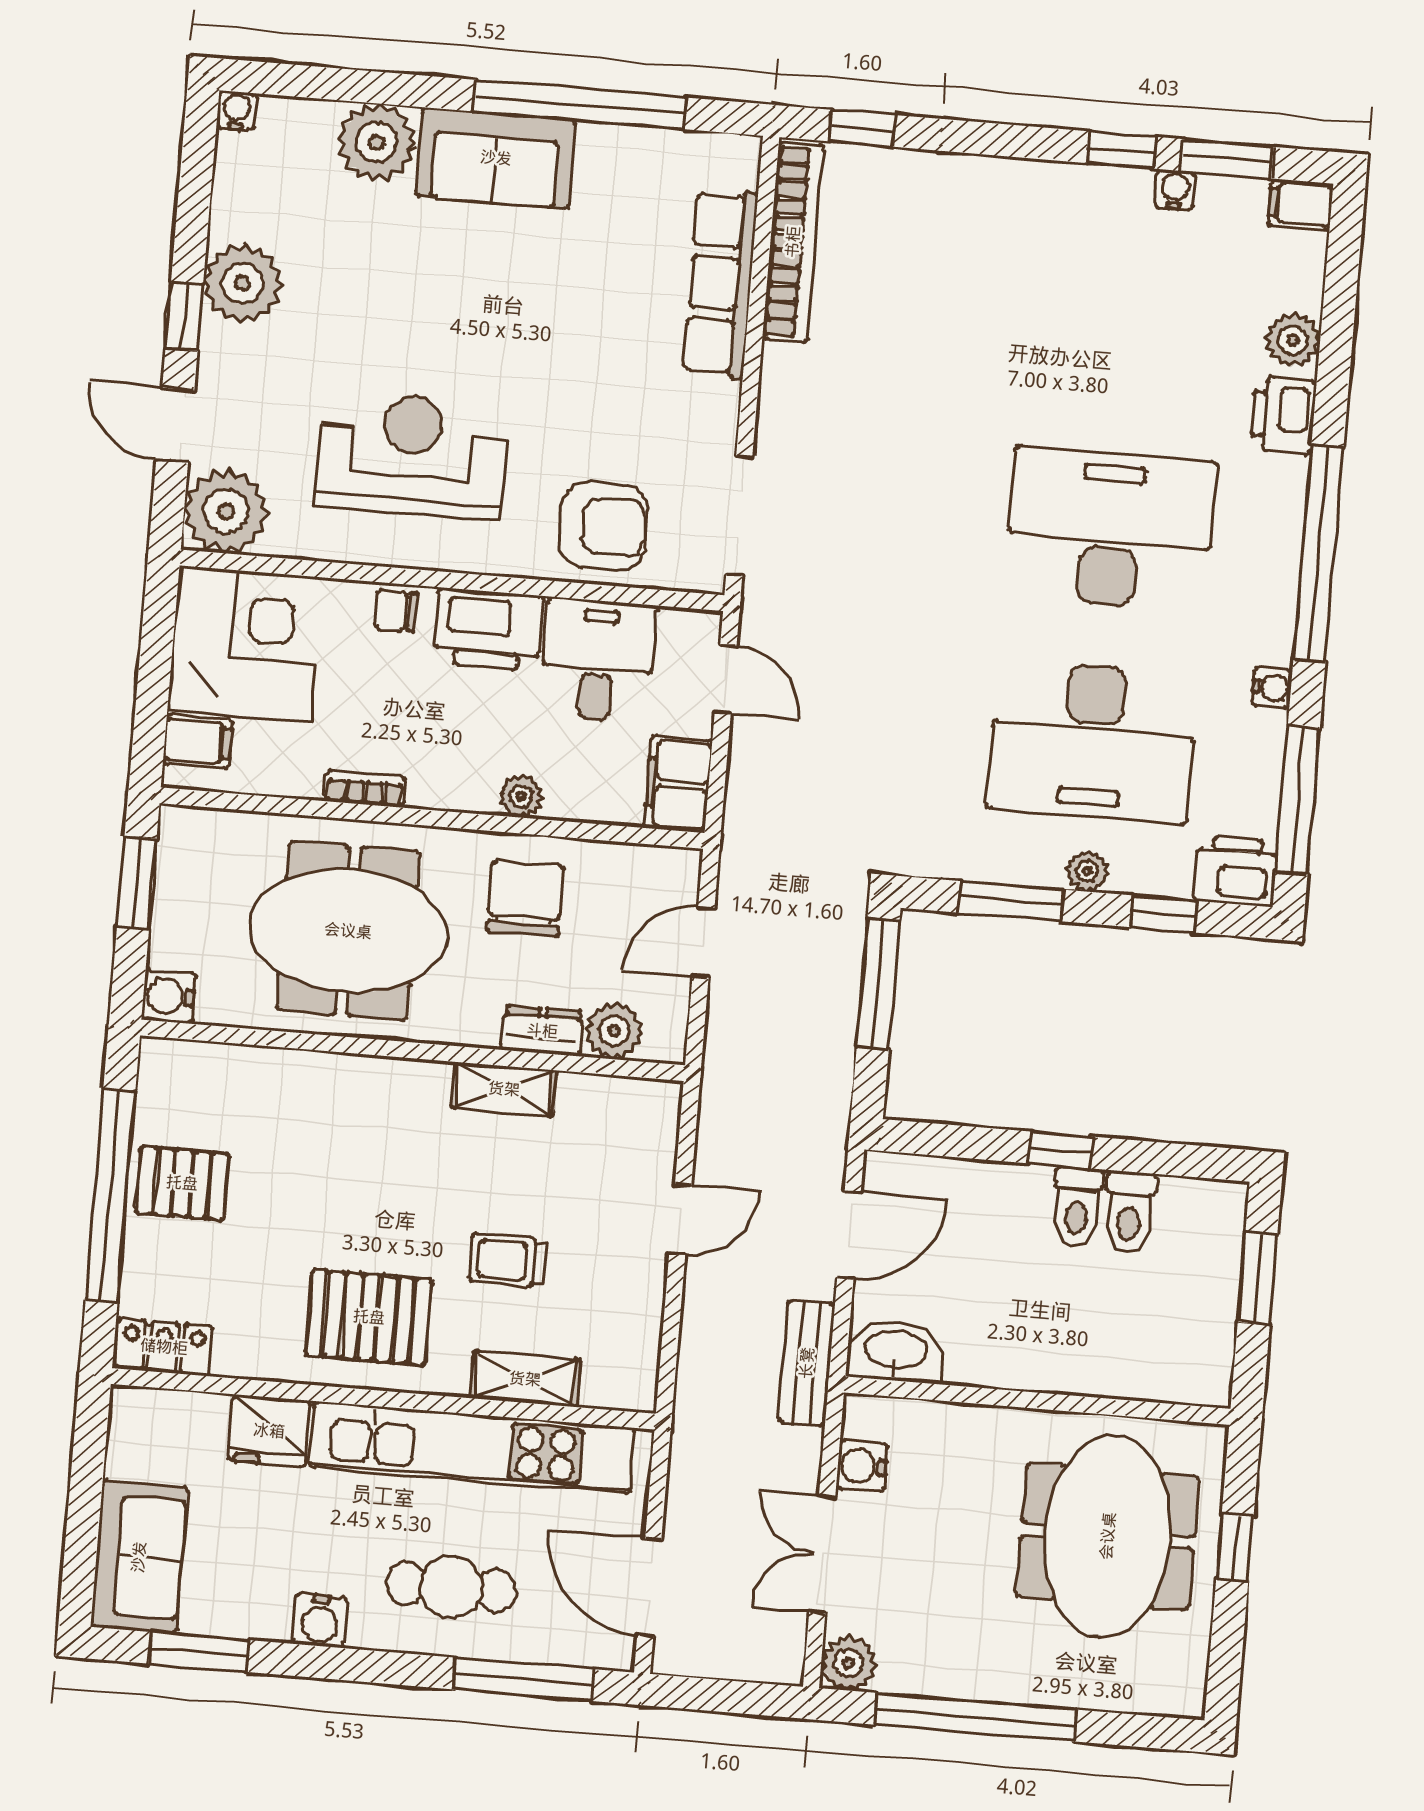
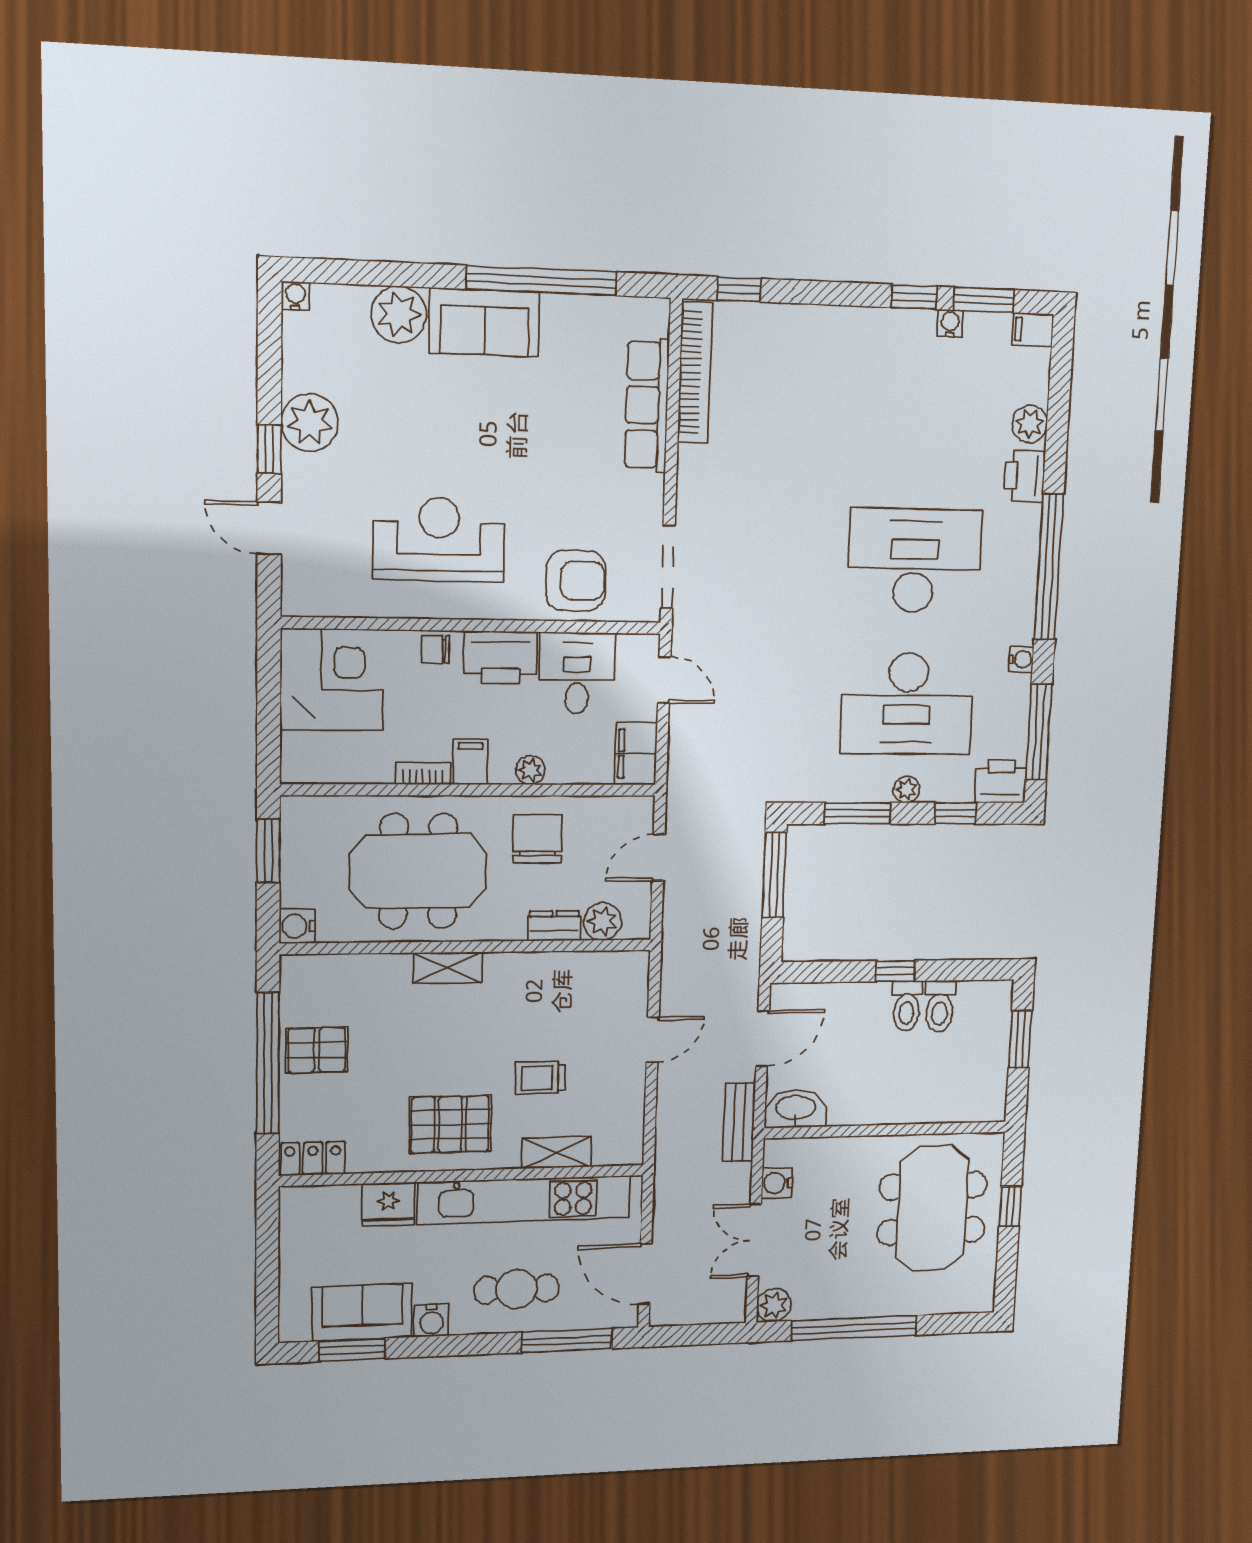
plant: (226, 511) -> (311, 587), removed
filing cabinet: (198, 741) -> (470, 762), moved, turned -90
shelving: (504, 1089) -> (448, 968), moved
sofa: (139, 1557) -> (362, 1312), moved, turned -90

